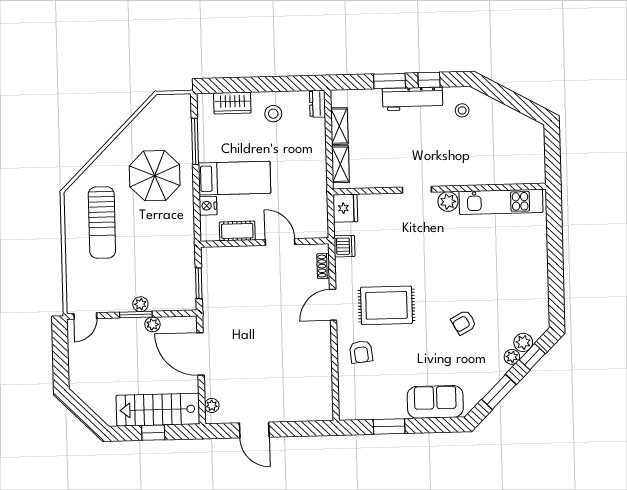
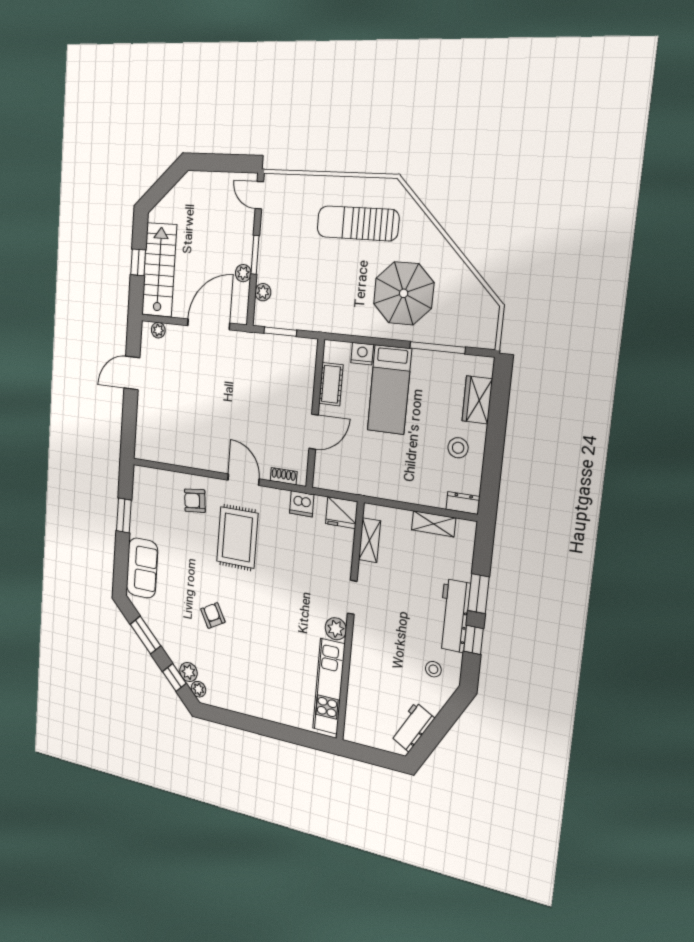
workbench: (517, 122) -> (412, 727), added
shelving: (340, 164) -> (370, 540), moved, turned 90
plant: (140, 304) -> (263, 292), moved
plant: (512, 357) -> (198, 689), moved

